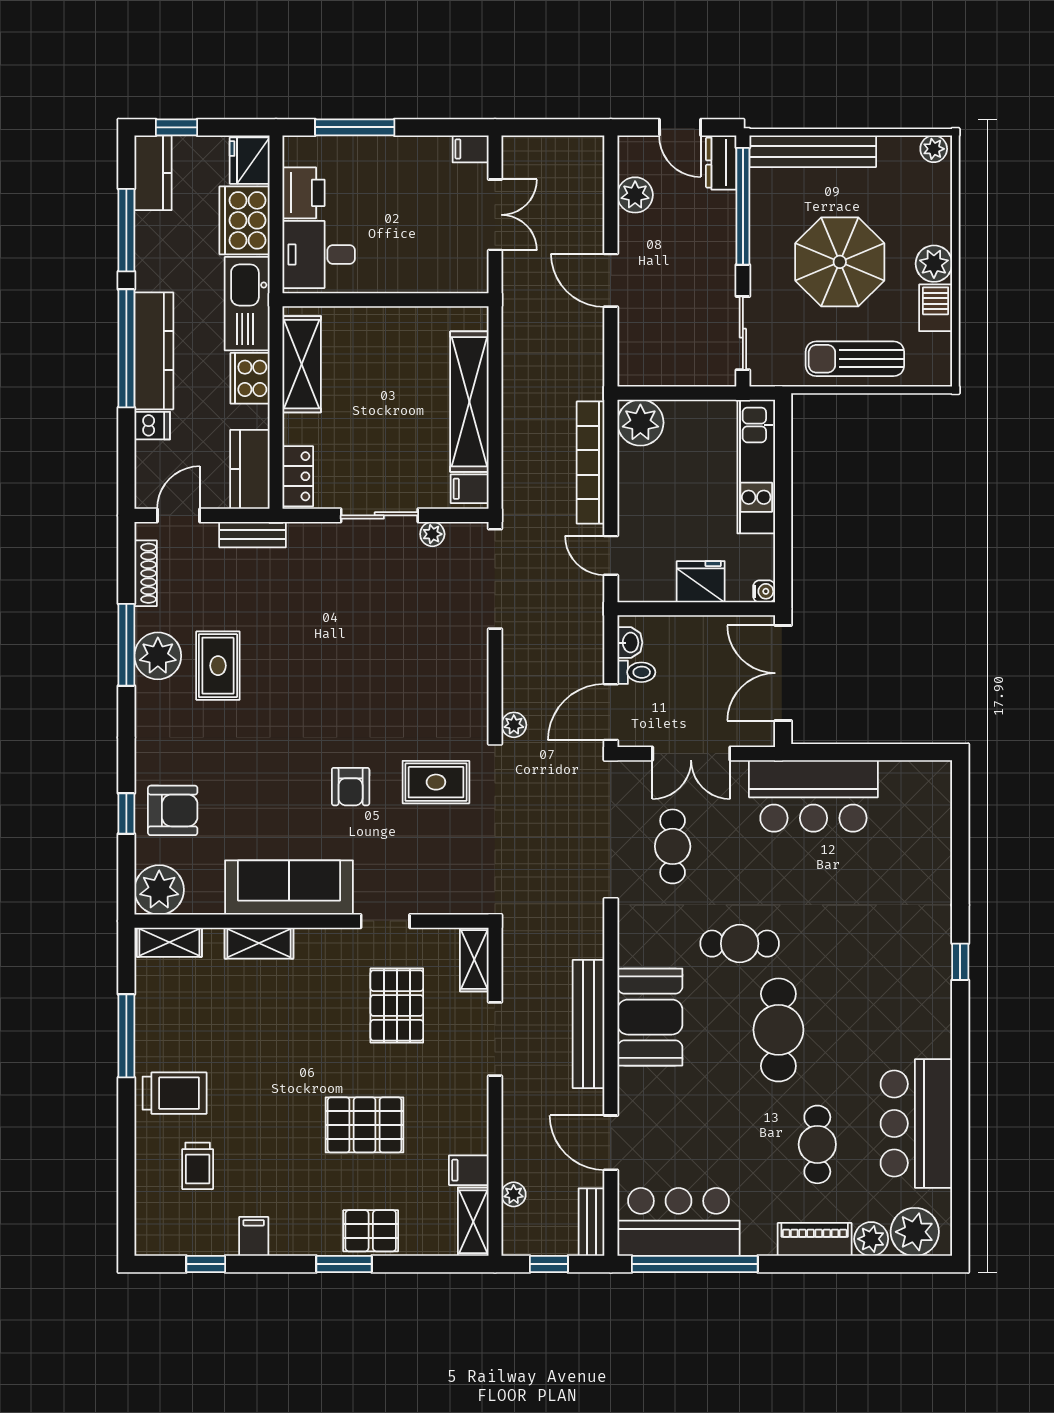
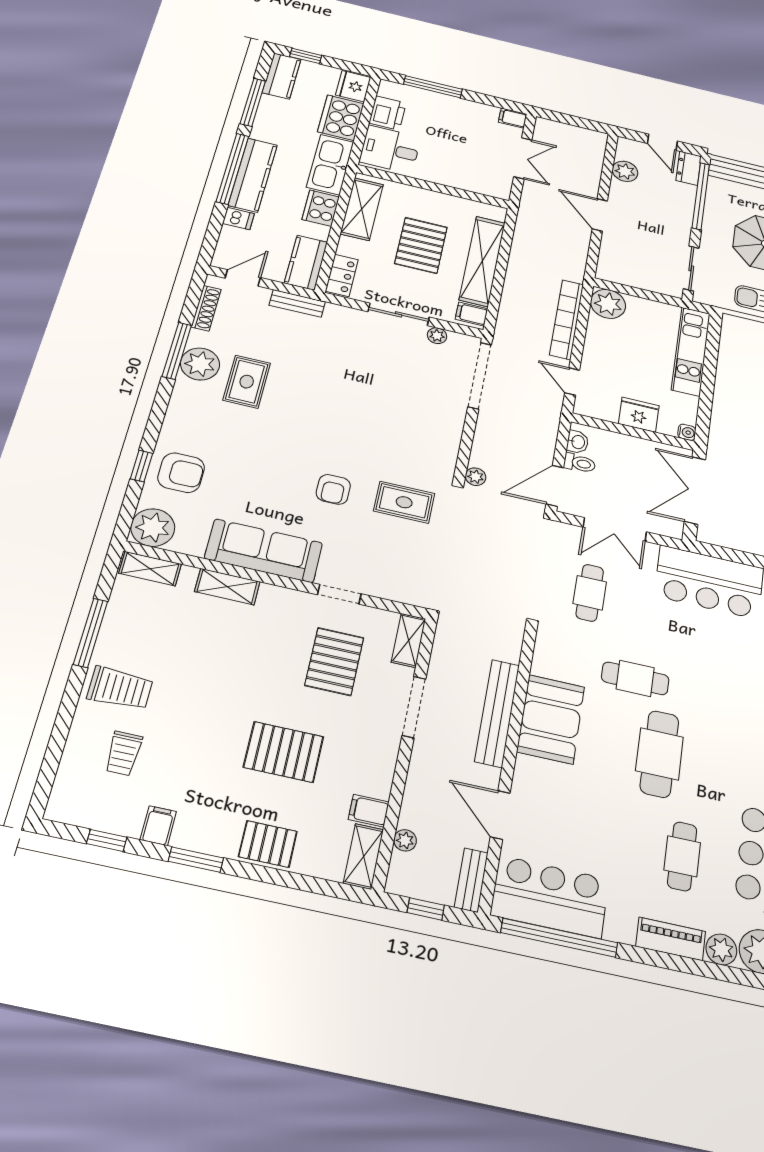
pallet: (387, 400) -> (421, 245), added
window: (344, 1264) -> (196, 860), moved

